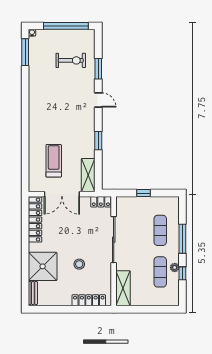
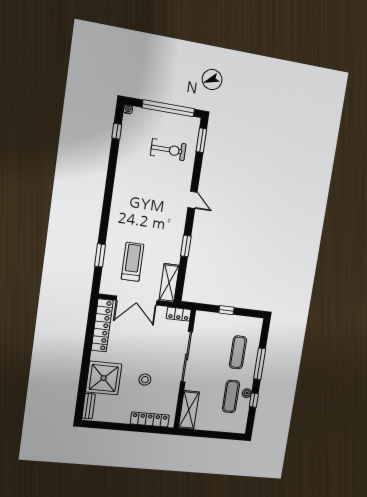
window: (25, 52) -> (117, 131), width x0.46
window: (98, 69) -> (201, 140), moved
window: (25, 159) -> (100, 255), added

